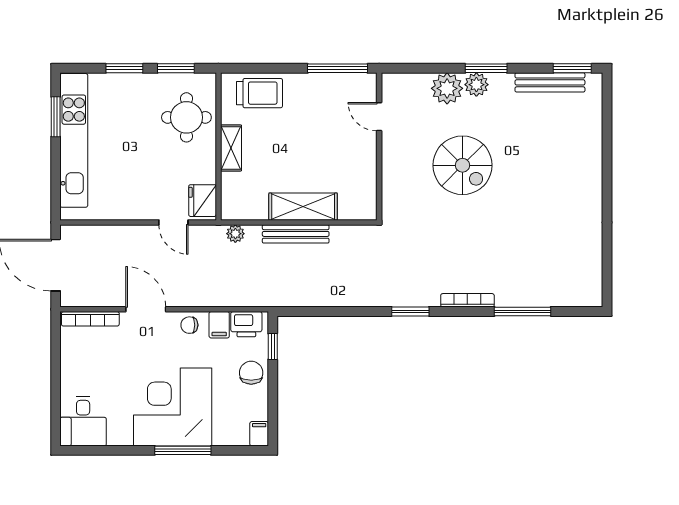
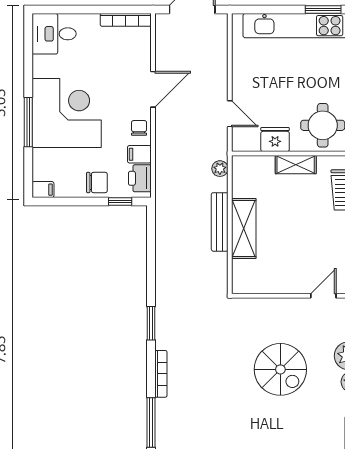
spiral stairs: (462, 165) -> (280, 369), turned -90
fridge: (203, 201) -> (275, 139), moved
door: (173, 222) -> (230, 114), swing flipped
bookcase: (90, 319) -> (126, 20), moved, turned -90

